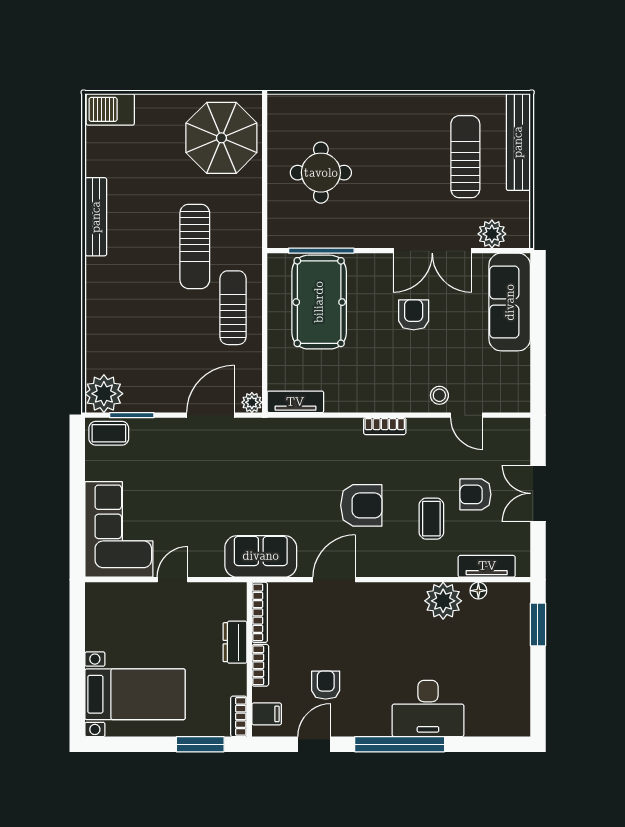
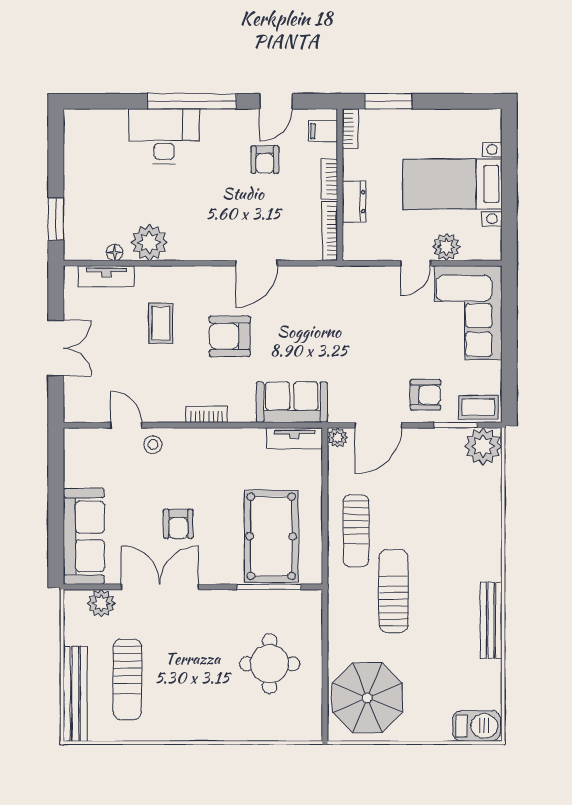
armchair: (475, 494) -> (425, 395), moved
sofa: (261, 556) -> (292, 402), moved, turned 180
plant: (141, 596) -> (446, 247), added
bed with nightstands: (135, 694) -> (452, 184), moved

